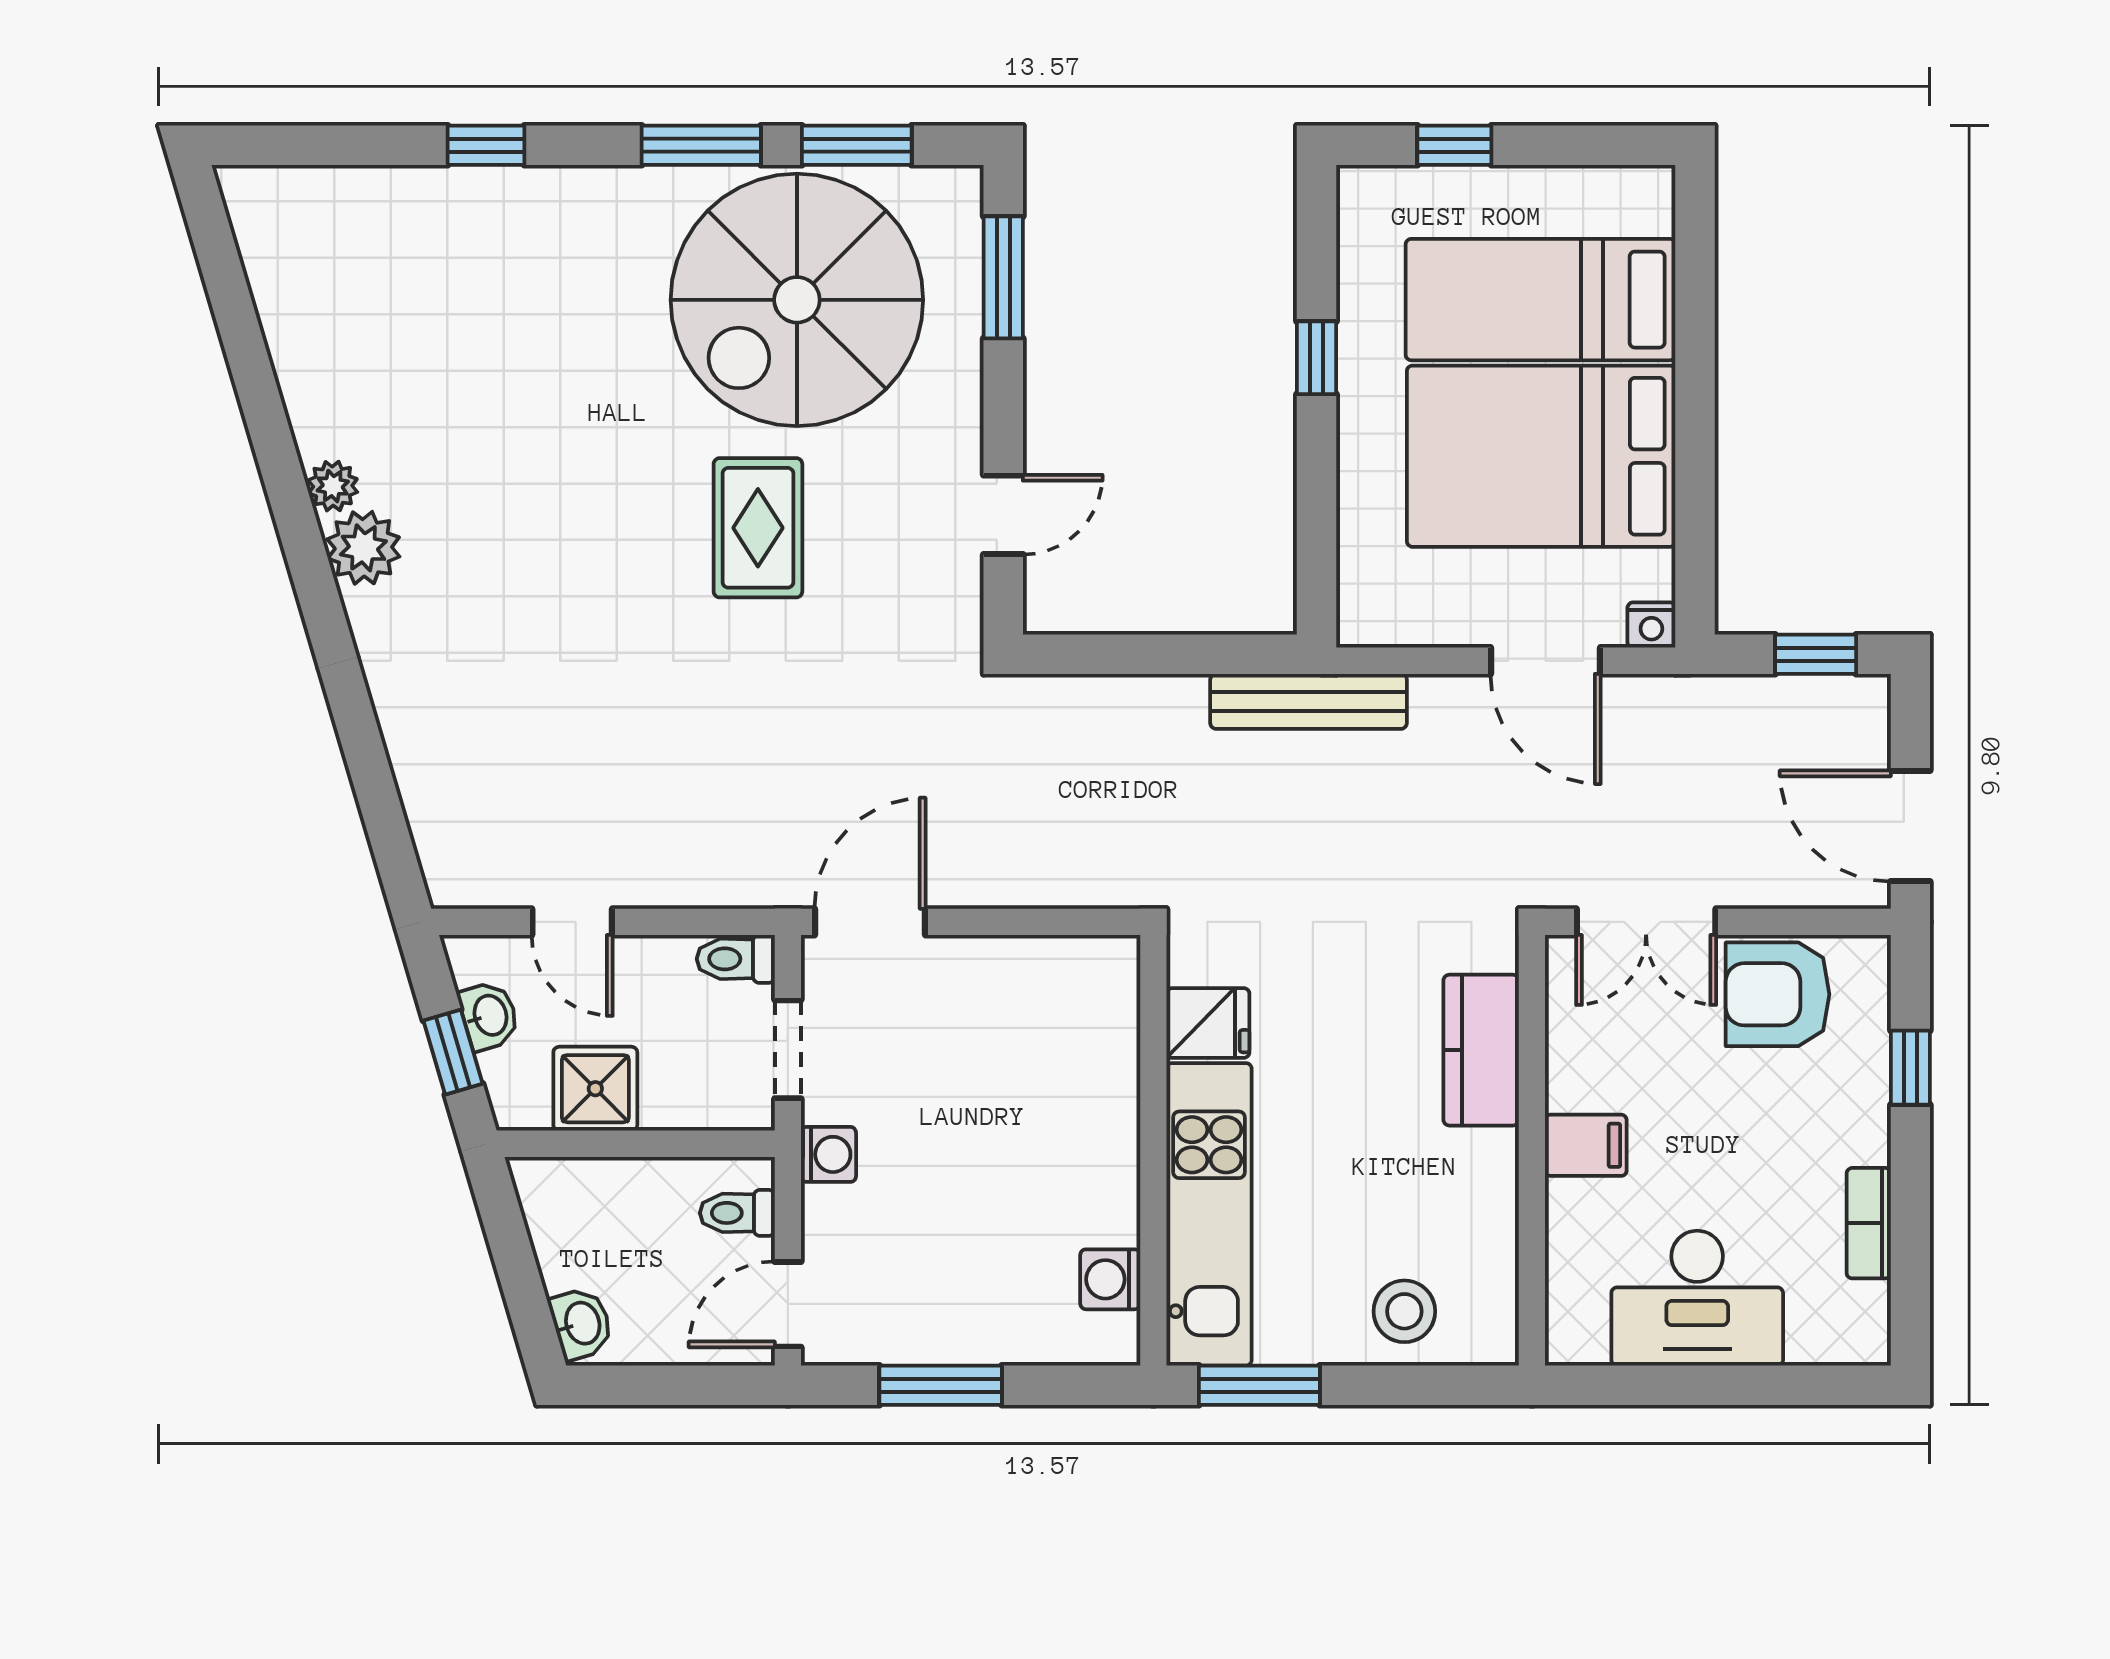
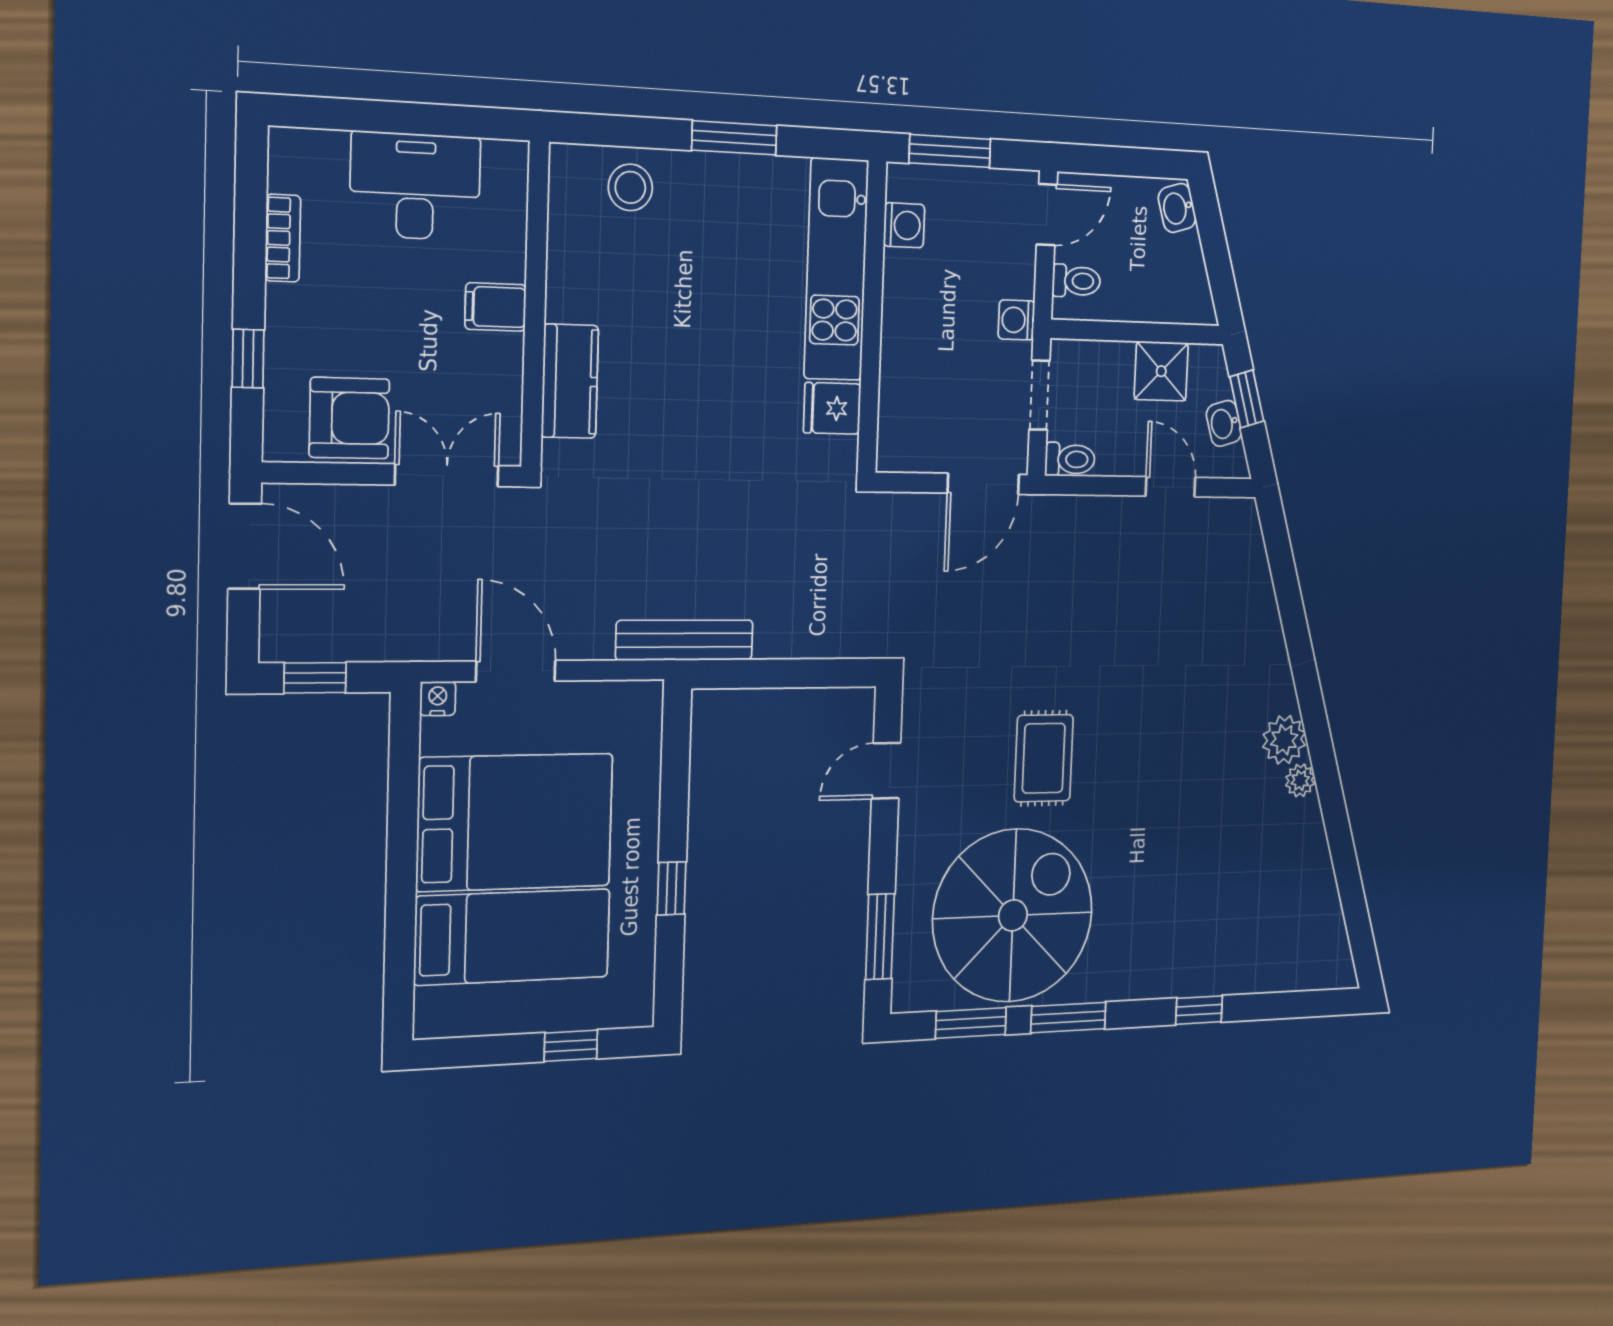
fridge: (1208, 1023) -> (832, 408), moved
wall: (1153, 1150) -> (872, 317), moved
kitchen unit: (1209, 1214) -> (836, 269), moved
washing machine: (1110, 1279) -> (904, 225), moved

